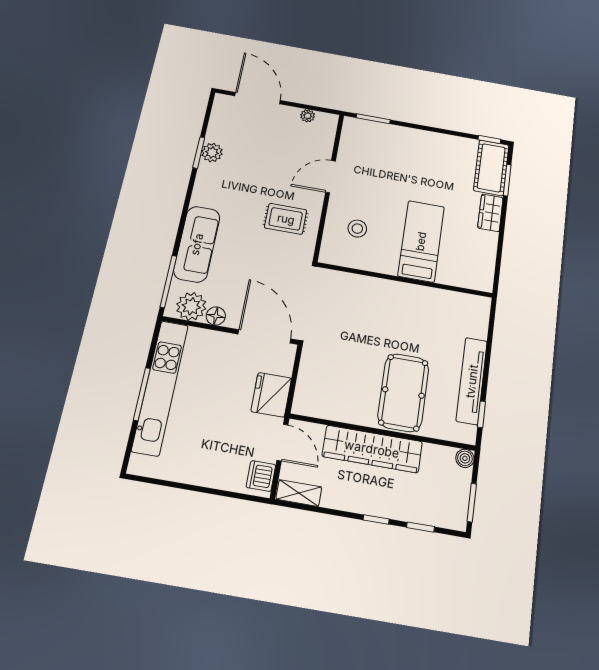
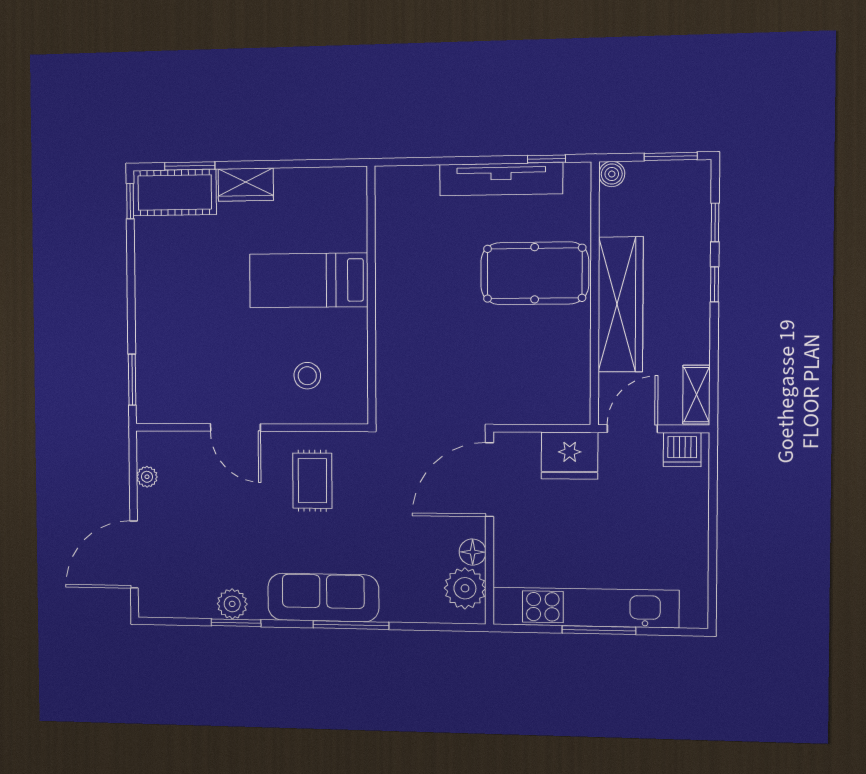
sofa: (197, 244) -> (323, 597), moved
window: (168, 281) -> (351, 625), moved

